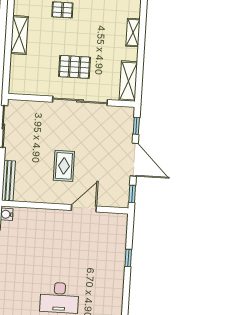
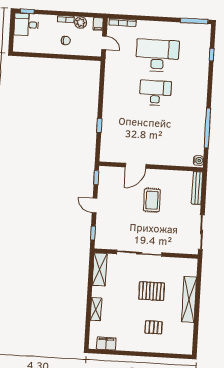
shelving: (19, 35) -> (189, 299), width x1.47
pallet: (74, 67) -> (152, 291), moved
door: (134, 160) -> (95, 205), width x0.53

